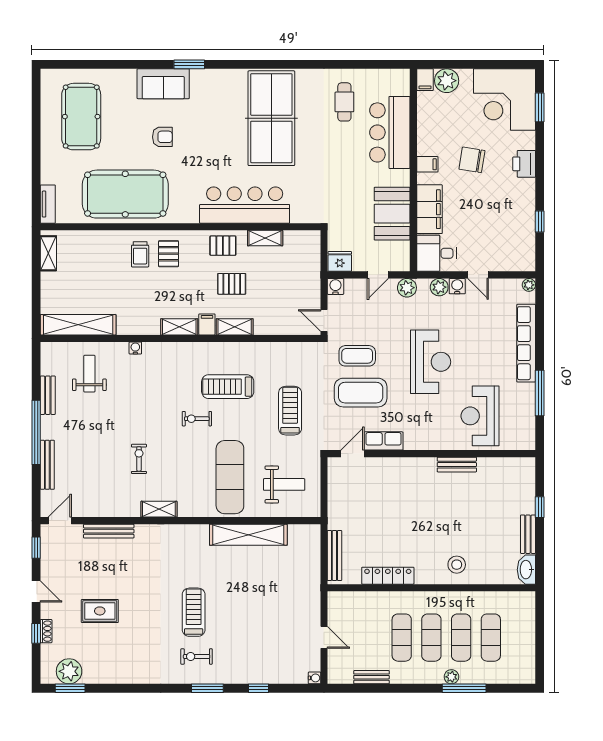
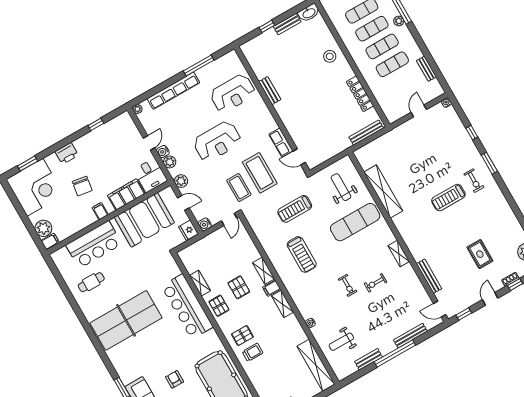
booth: (392, 214) -> (144, 220), width x1.36, depth x1.42
reception desk: (431, 362) -> (217, 142), turned 180
exercise bike: (197, 419) -> (348, 285), moved

